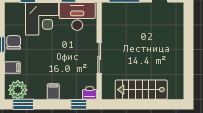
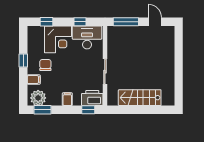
chair: (14, 42) -> (45, 65), moved
printer: (90, 93) -> (92, 98), width x1.87, depth x1.48

